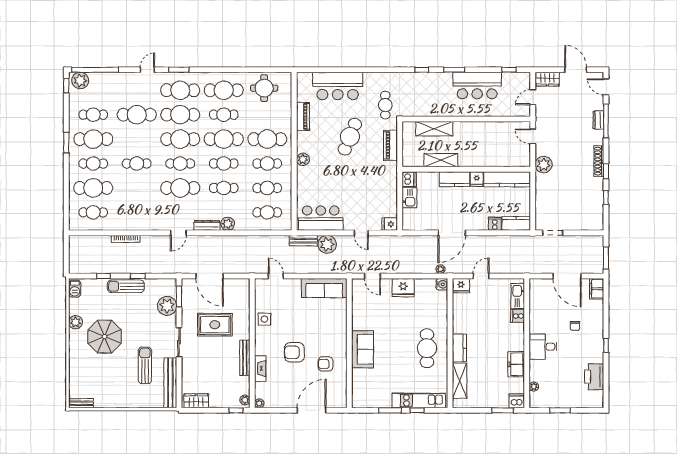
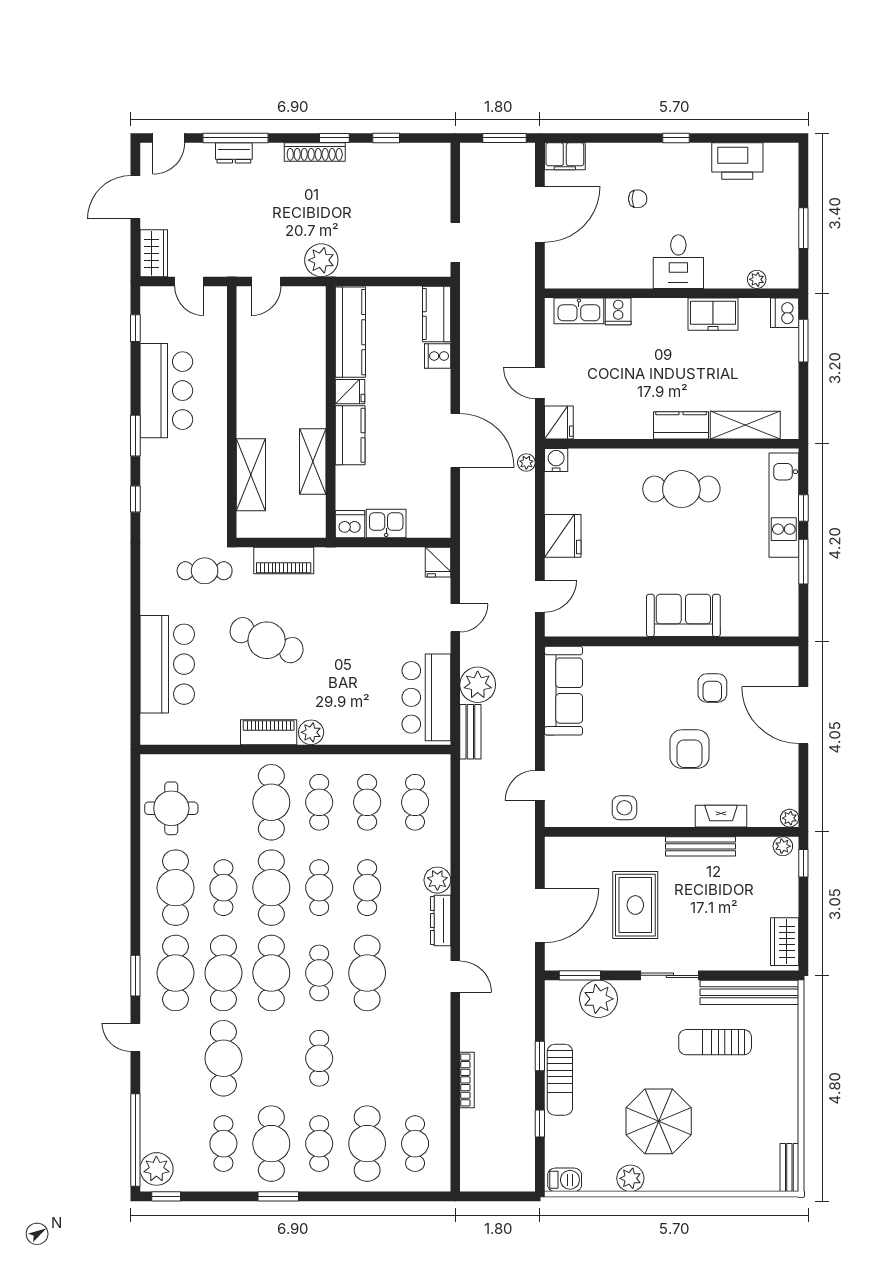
piano: (303, 116) -> (269, 732), moved

